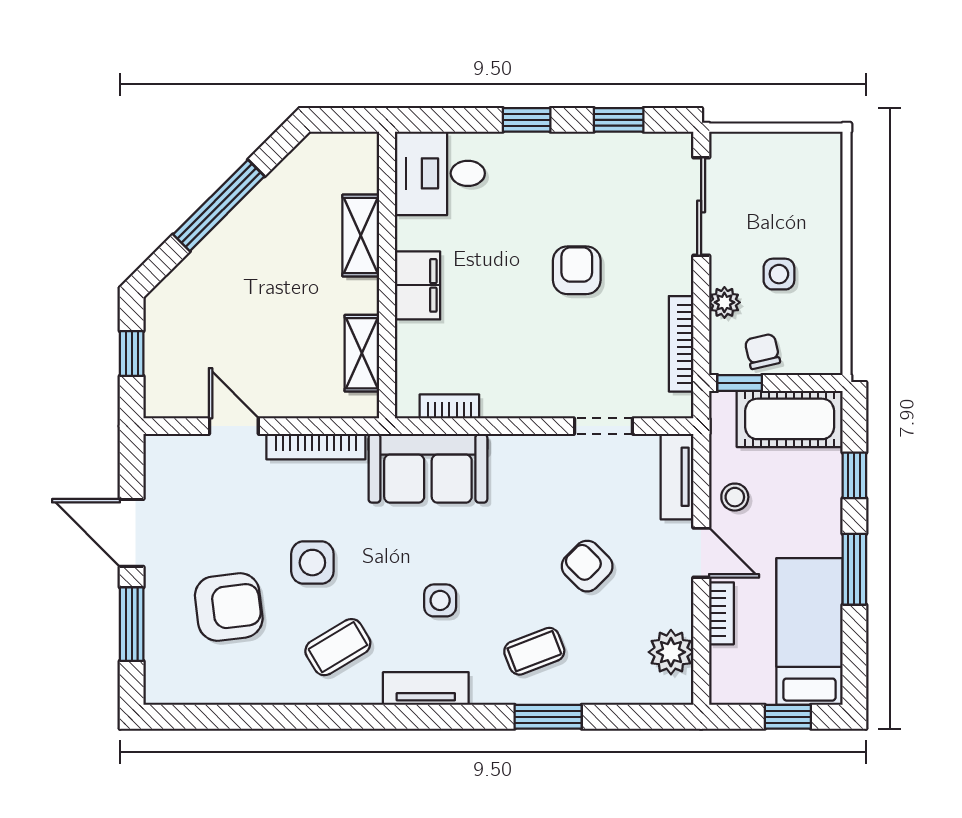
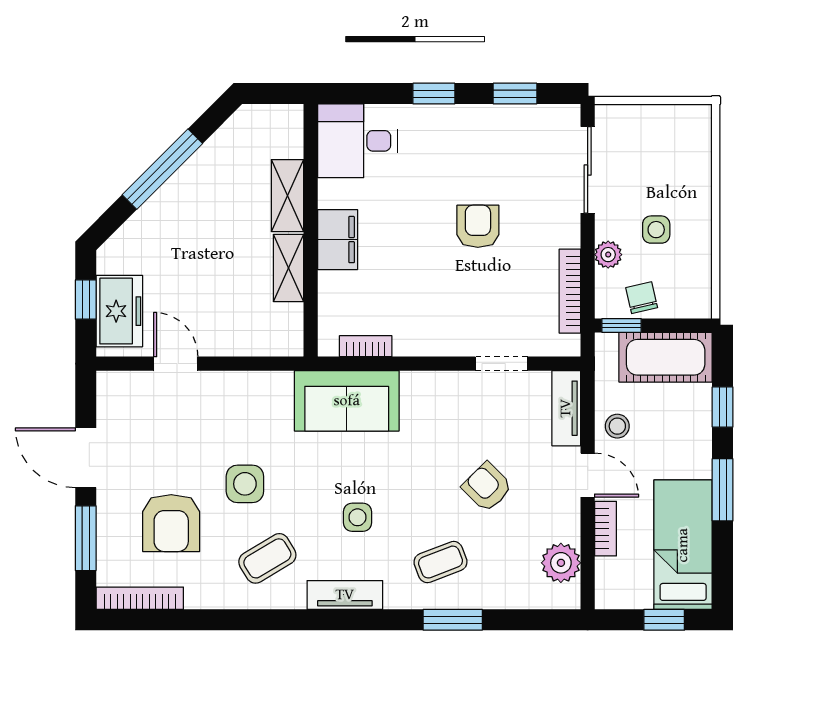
shelving: (362, 353) -> (289, 268), moved
freezer: (170, 367) -> (119, 311), added
bookcase: (316, 447) -> (140, 598), moved, turned 180
armchair: (229, 607) -> (171, 523), turned 97

